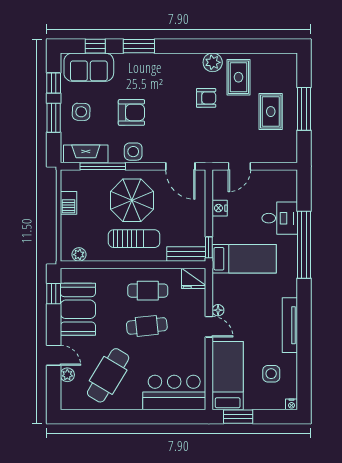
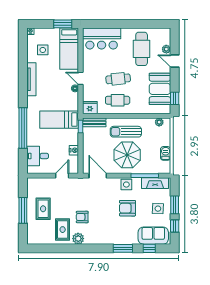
desk: (280, 218) -> (38, 156), moved
cafe table: (108, 375) -> (142, 49), turned -31

